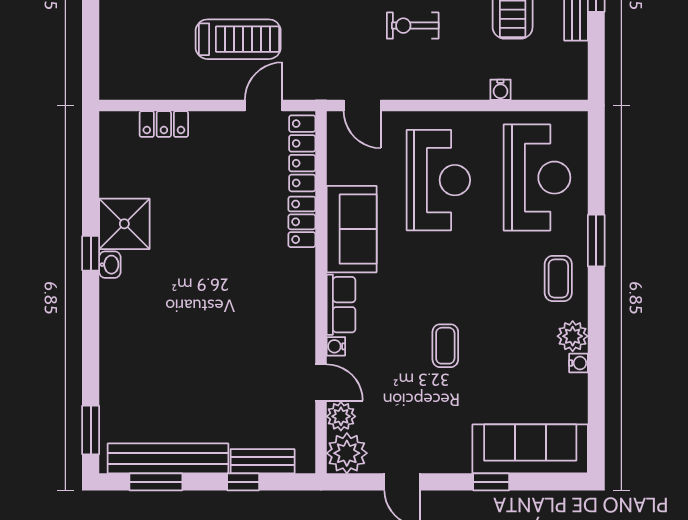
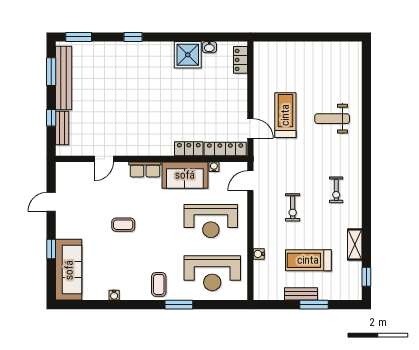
exercise bike: (413, 26) -> (293, 207), turned 180
treadmill: (238, 39) -> (285, 115), turned 180
locker: (164, 124) -> (241, 60), moved
window: (91, 253) -> (133, 37), moved
washbasin: (110, 265) -> (209, 47), moved
coffee table: (558, 278) -> (159, 284), turned 90
plant: (573, 336) -> (128, 292), removed
water cooler: (336, 346) -> (214, 167), moved
plant: (341, 416) -> (86, 169), removed
plant: (347, 453) -> (66, 173), removed

